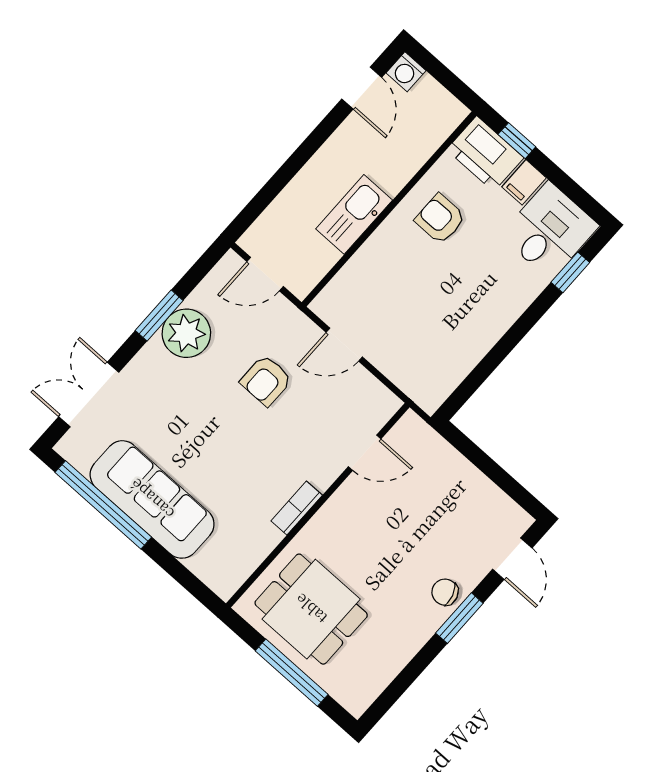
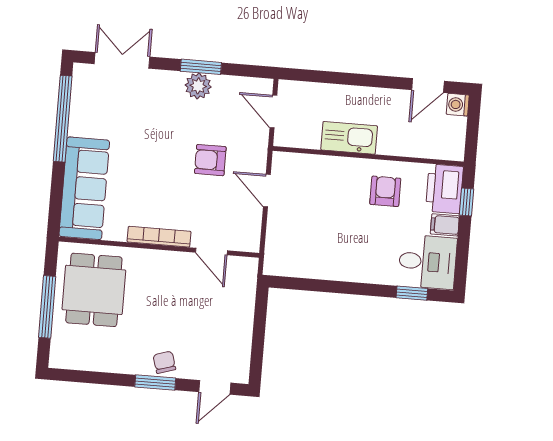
plant: (186, 333) -> (198, 86), width x0.73, depth x0.73
sofa: (152, 499) -> (84, 188), moved
bookcase: (297, 508) -> (159, 237), width x1.56

